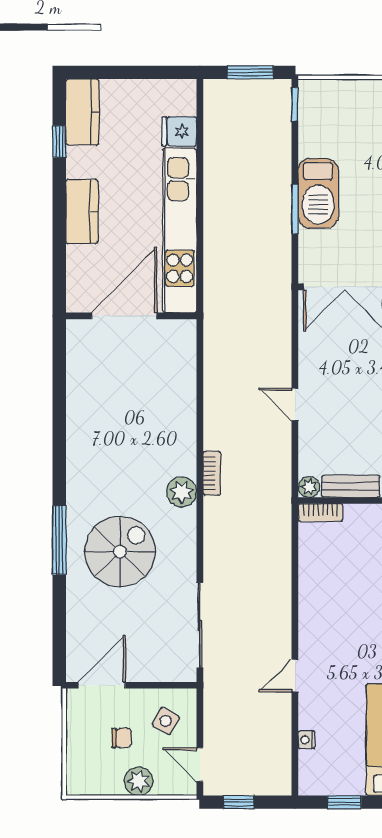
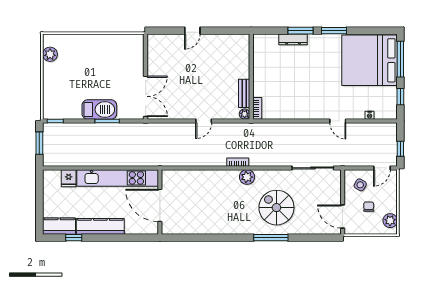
kitchen counter: (82, 211) -> (100, 226), width x1.50
plant: (139, 781) -> (390, 221), moved

